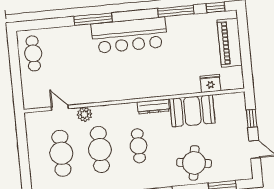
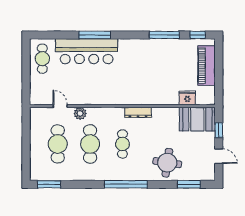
bar counter: (129, 35) -> (87, 51), moved
booth: (192, 111) -> (197, 119), moved

